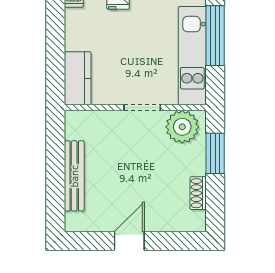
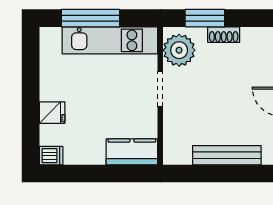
shoe rack: (198, 193) -> (224, 35), moved

